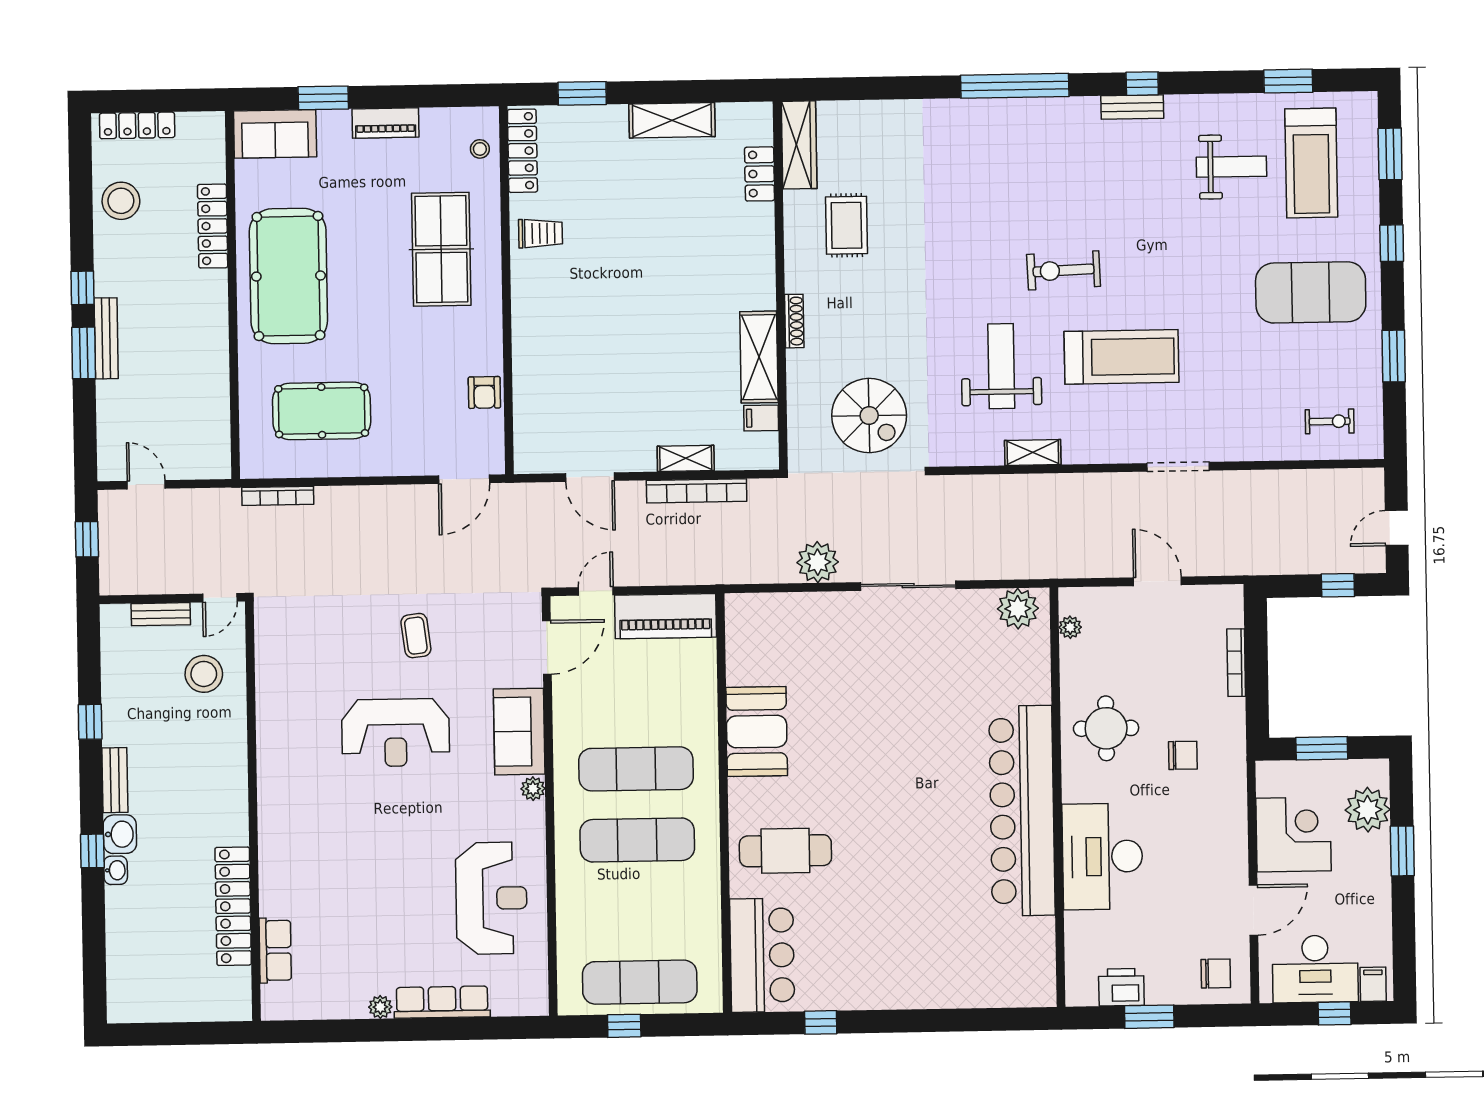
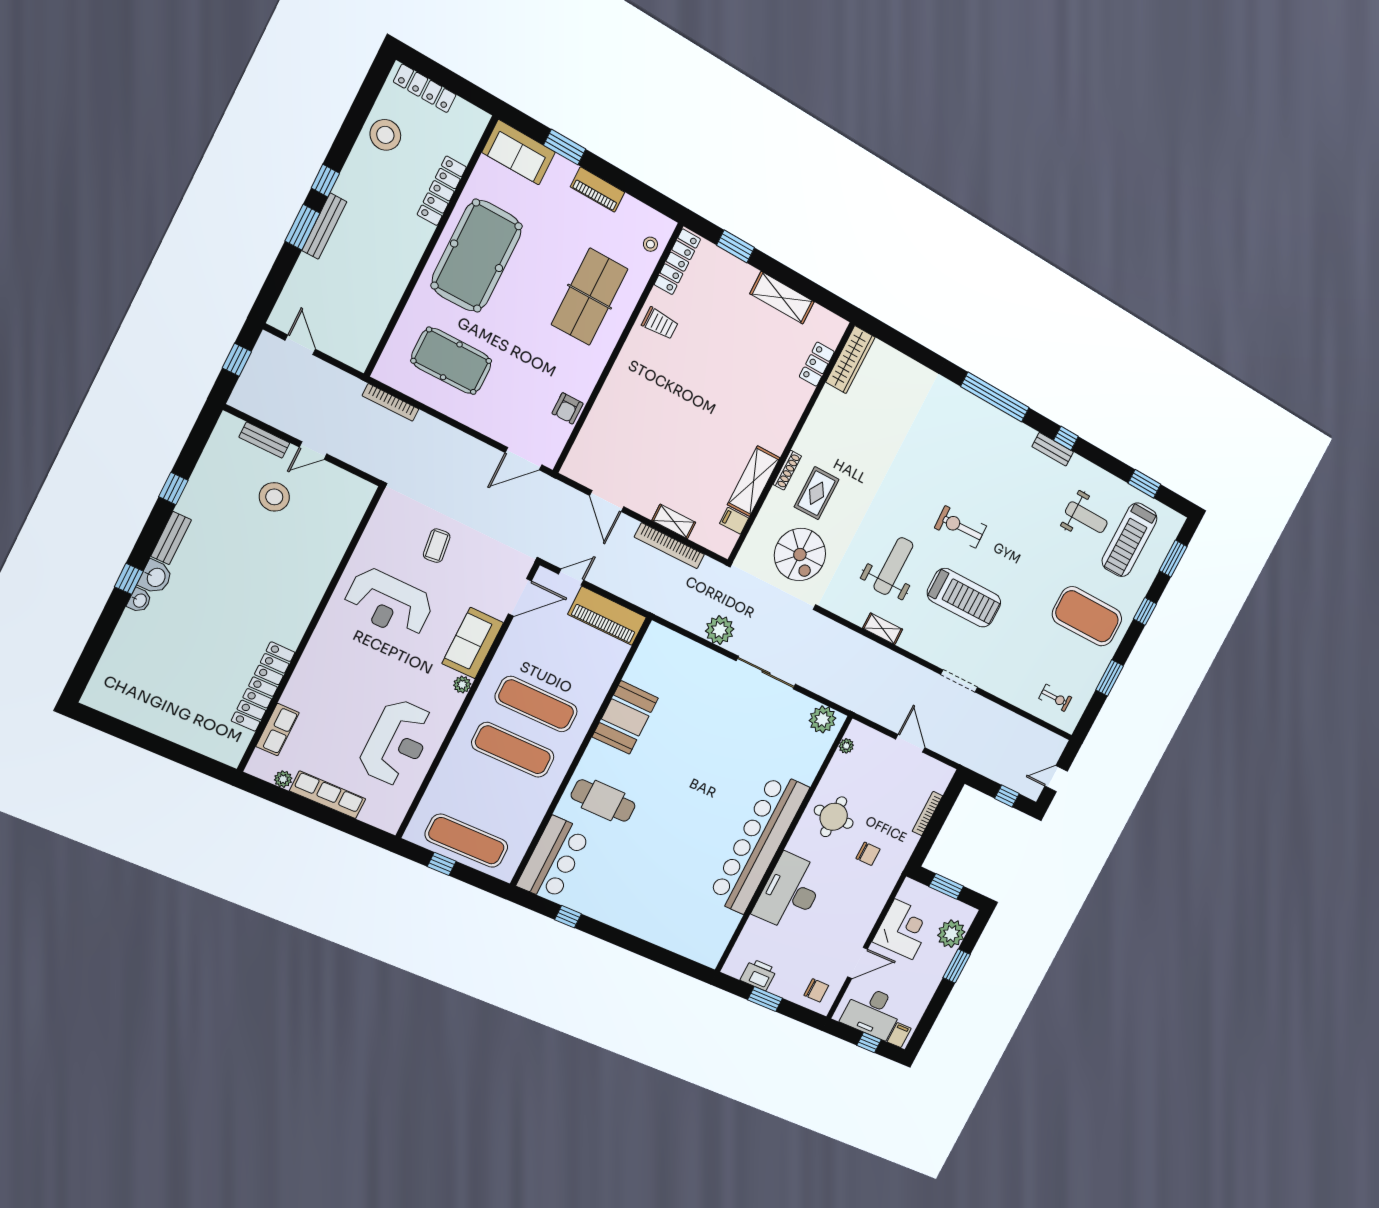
rug: (846, 225) -> (817, 493), moved
wall: (253, 811) -> (310, 630), moved
locker: (233, 906) -> (263, 687), moved
row of seats: (275, 950) -> (277, 730), moved

